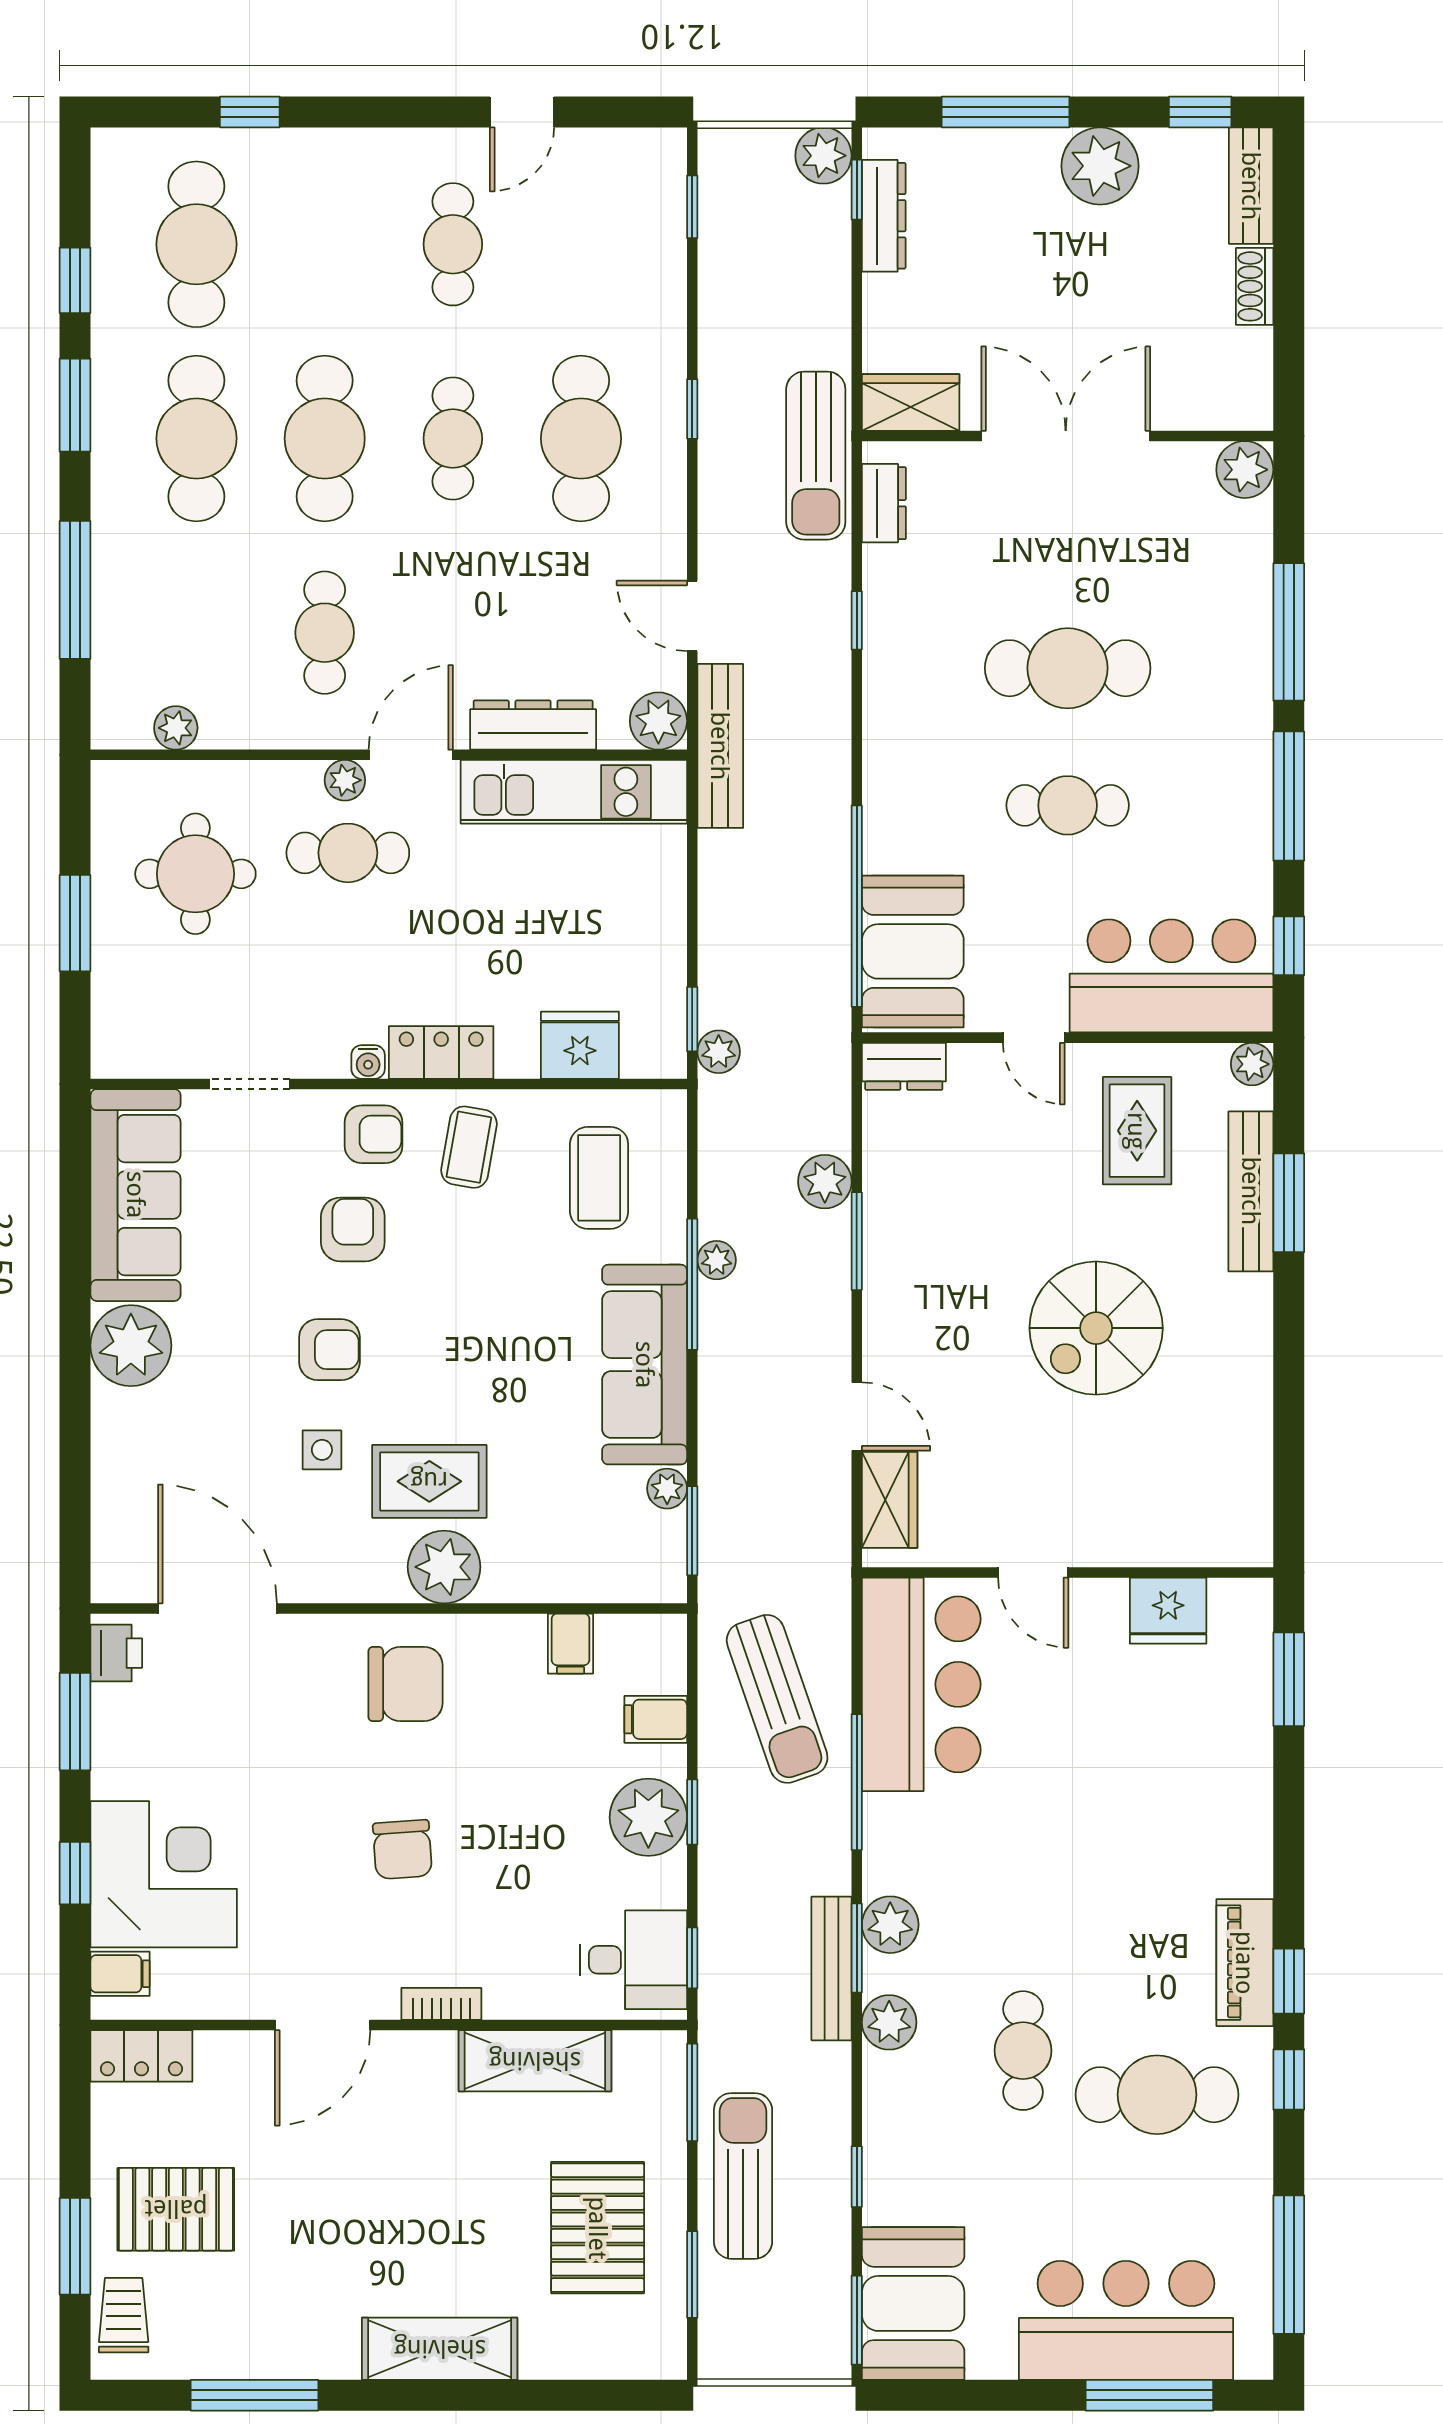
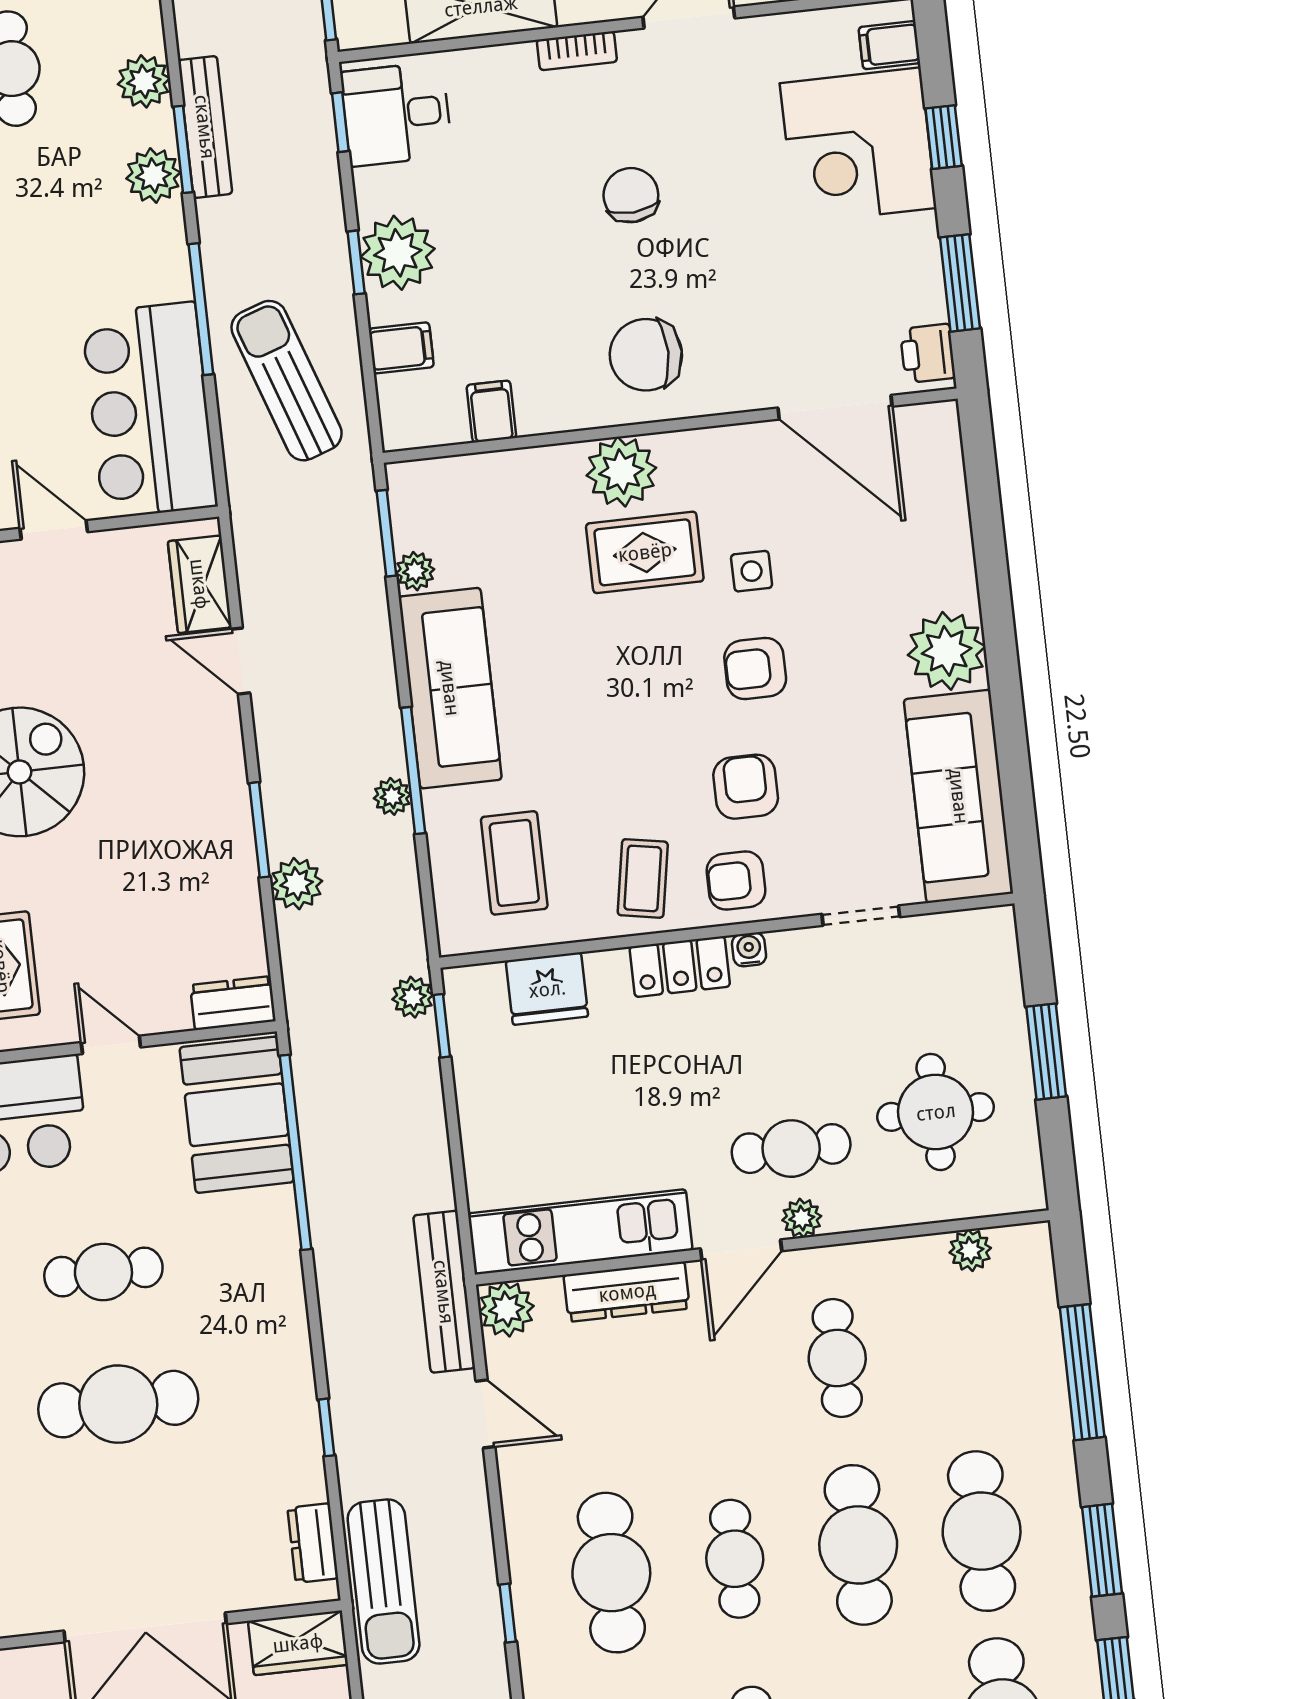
sun lounger: (816, 456) -> (384, 1581), turned 180
armchair: (353, 1229) -> (746, 787), turned 180

